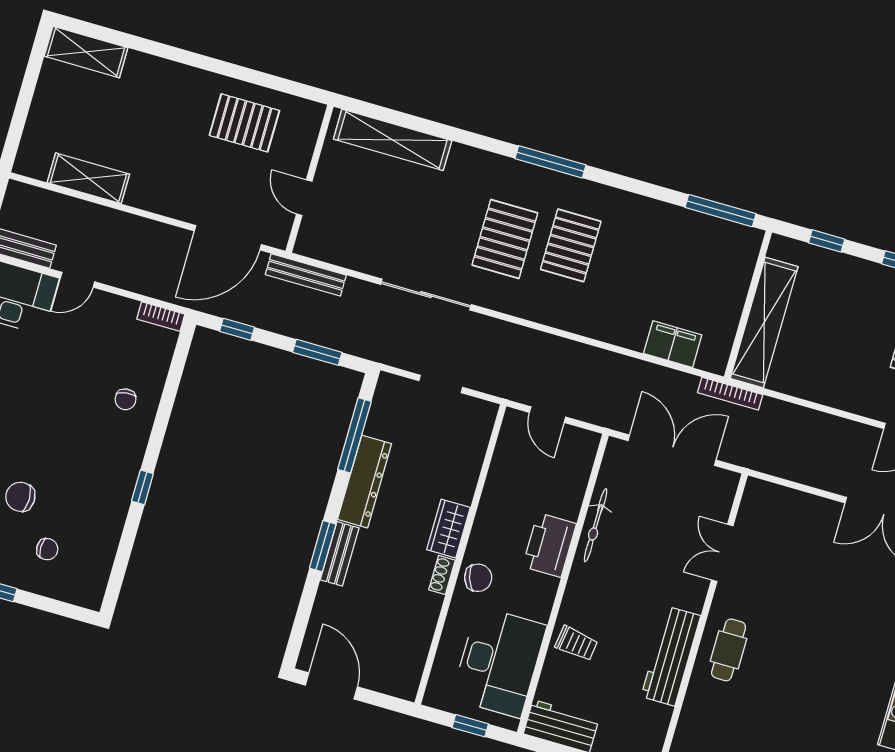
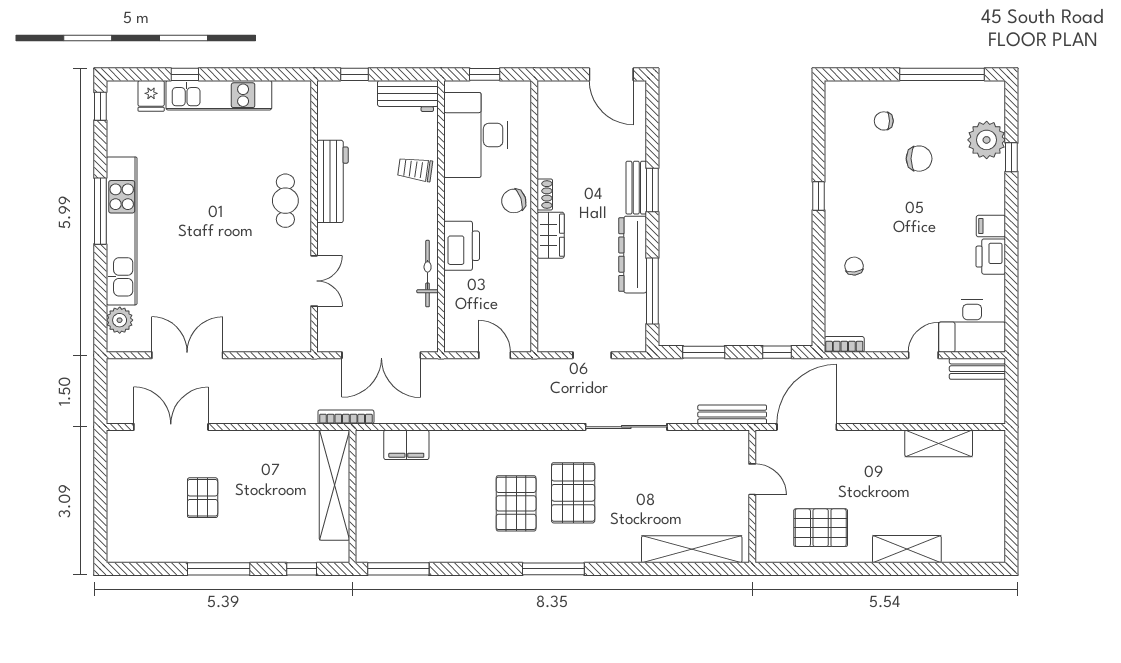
shelving: (86, 52) -> (907, 549), moved

